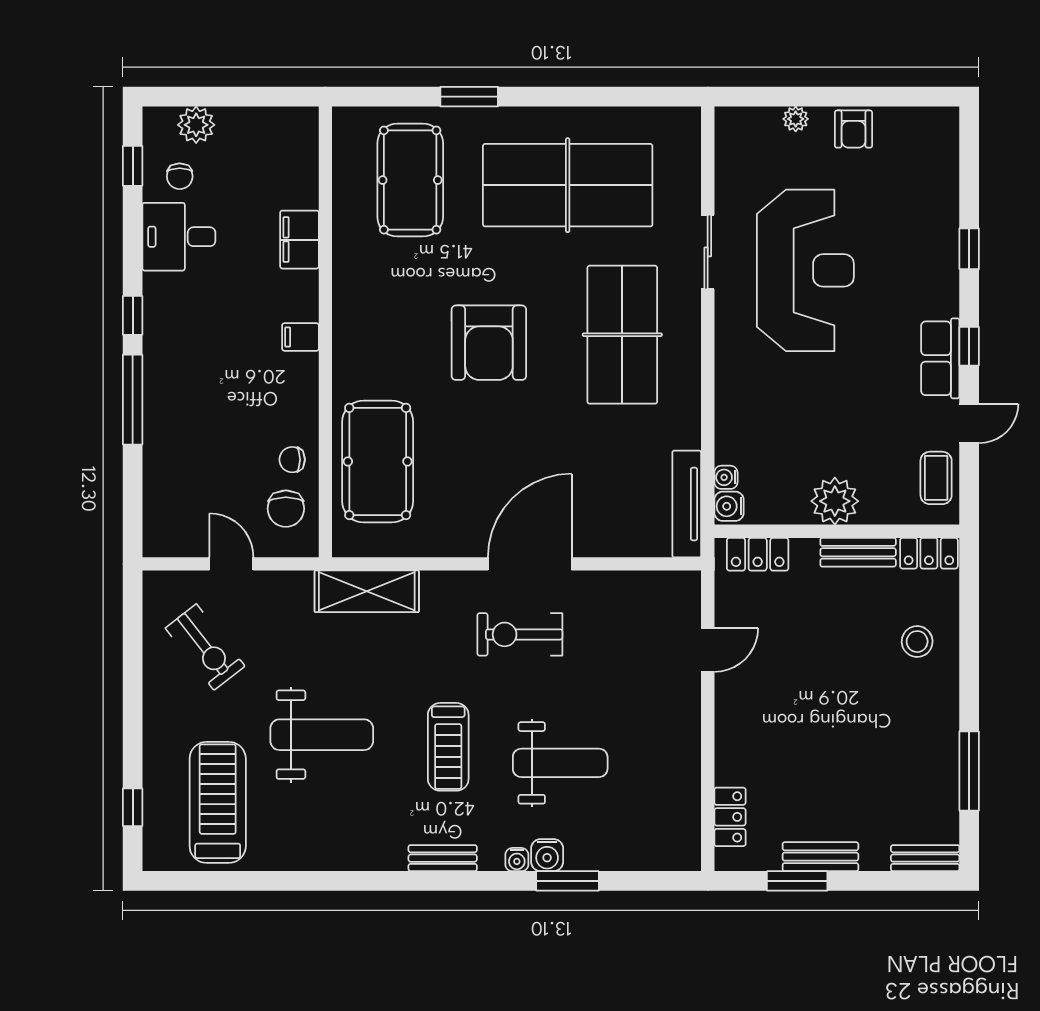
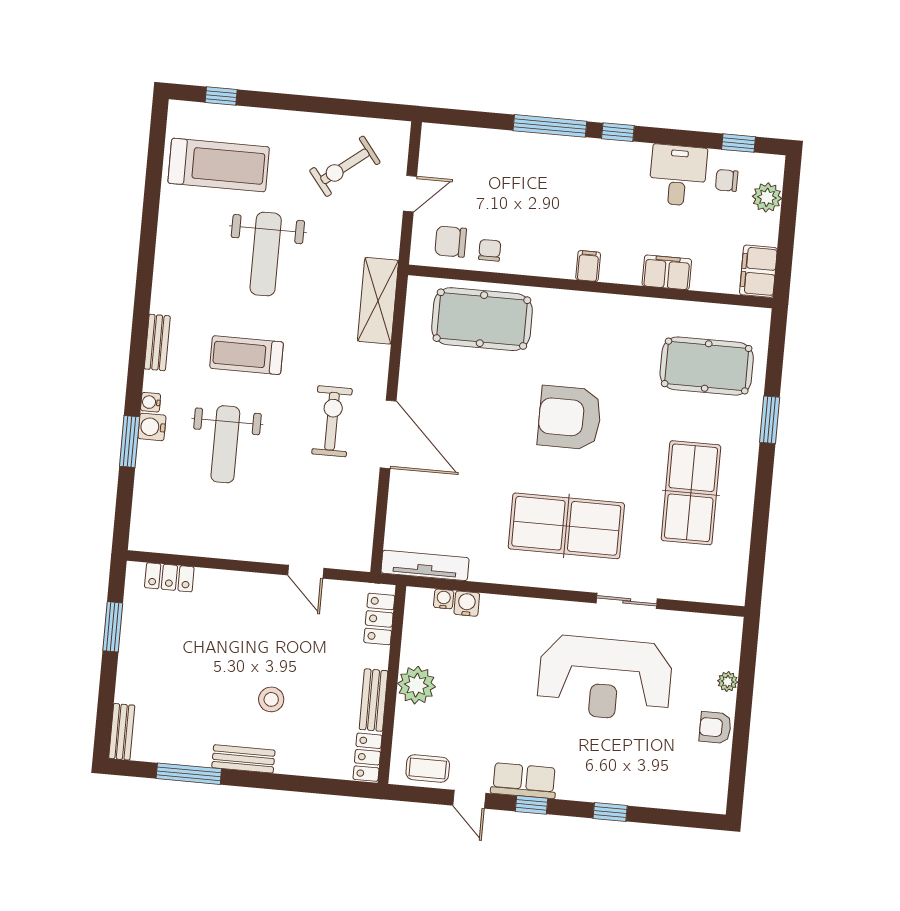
filing cabinet: (288, 127) -> (758, 271), added
table tennis table: (568, 185) -> (691, 493), width x0.73, depth x0.76
water cooler: (729, 506) -> (467, 604), moved
stool: (917, 642) -> (271, 699), moved
bench: (820, 857) -> (243, 759), moved, turned 90

